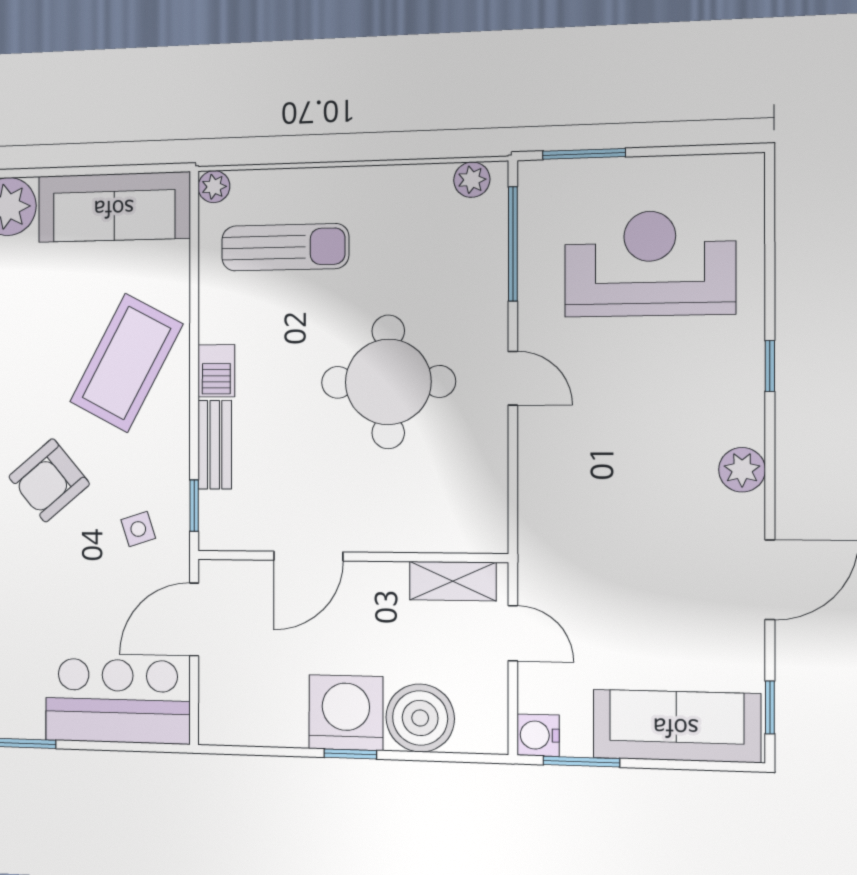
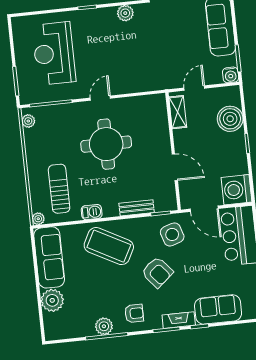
barbecue: (216, 371) -> (92, 212), moved
side table: (138, 529) -> (172, 234), width x1.87, depth x1.87
washing machine: (346, 713) -> (236, 190), moved

